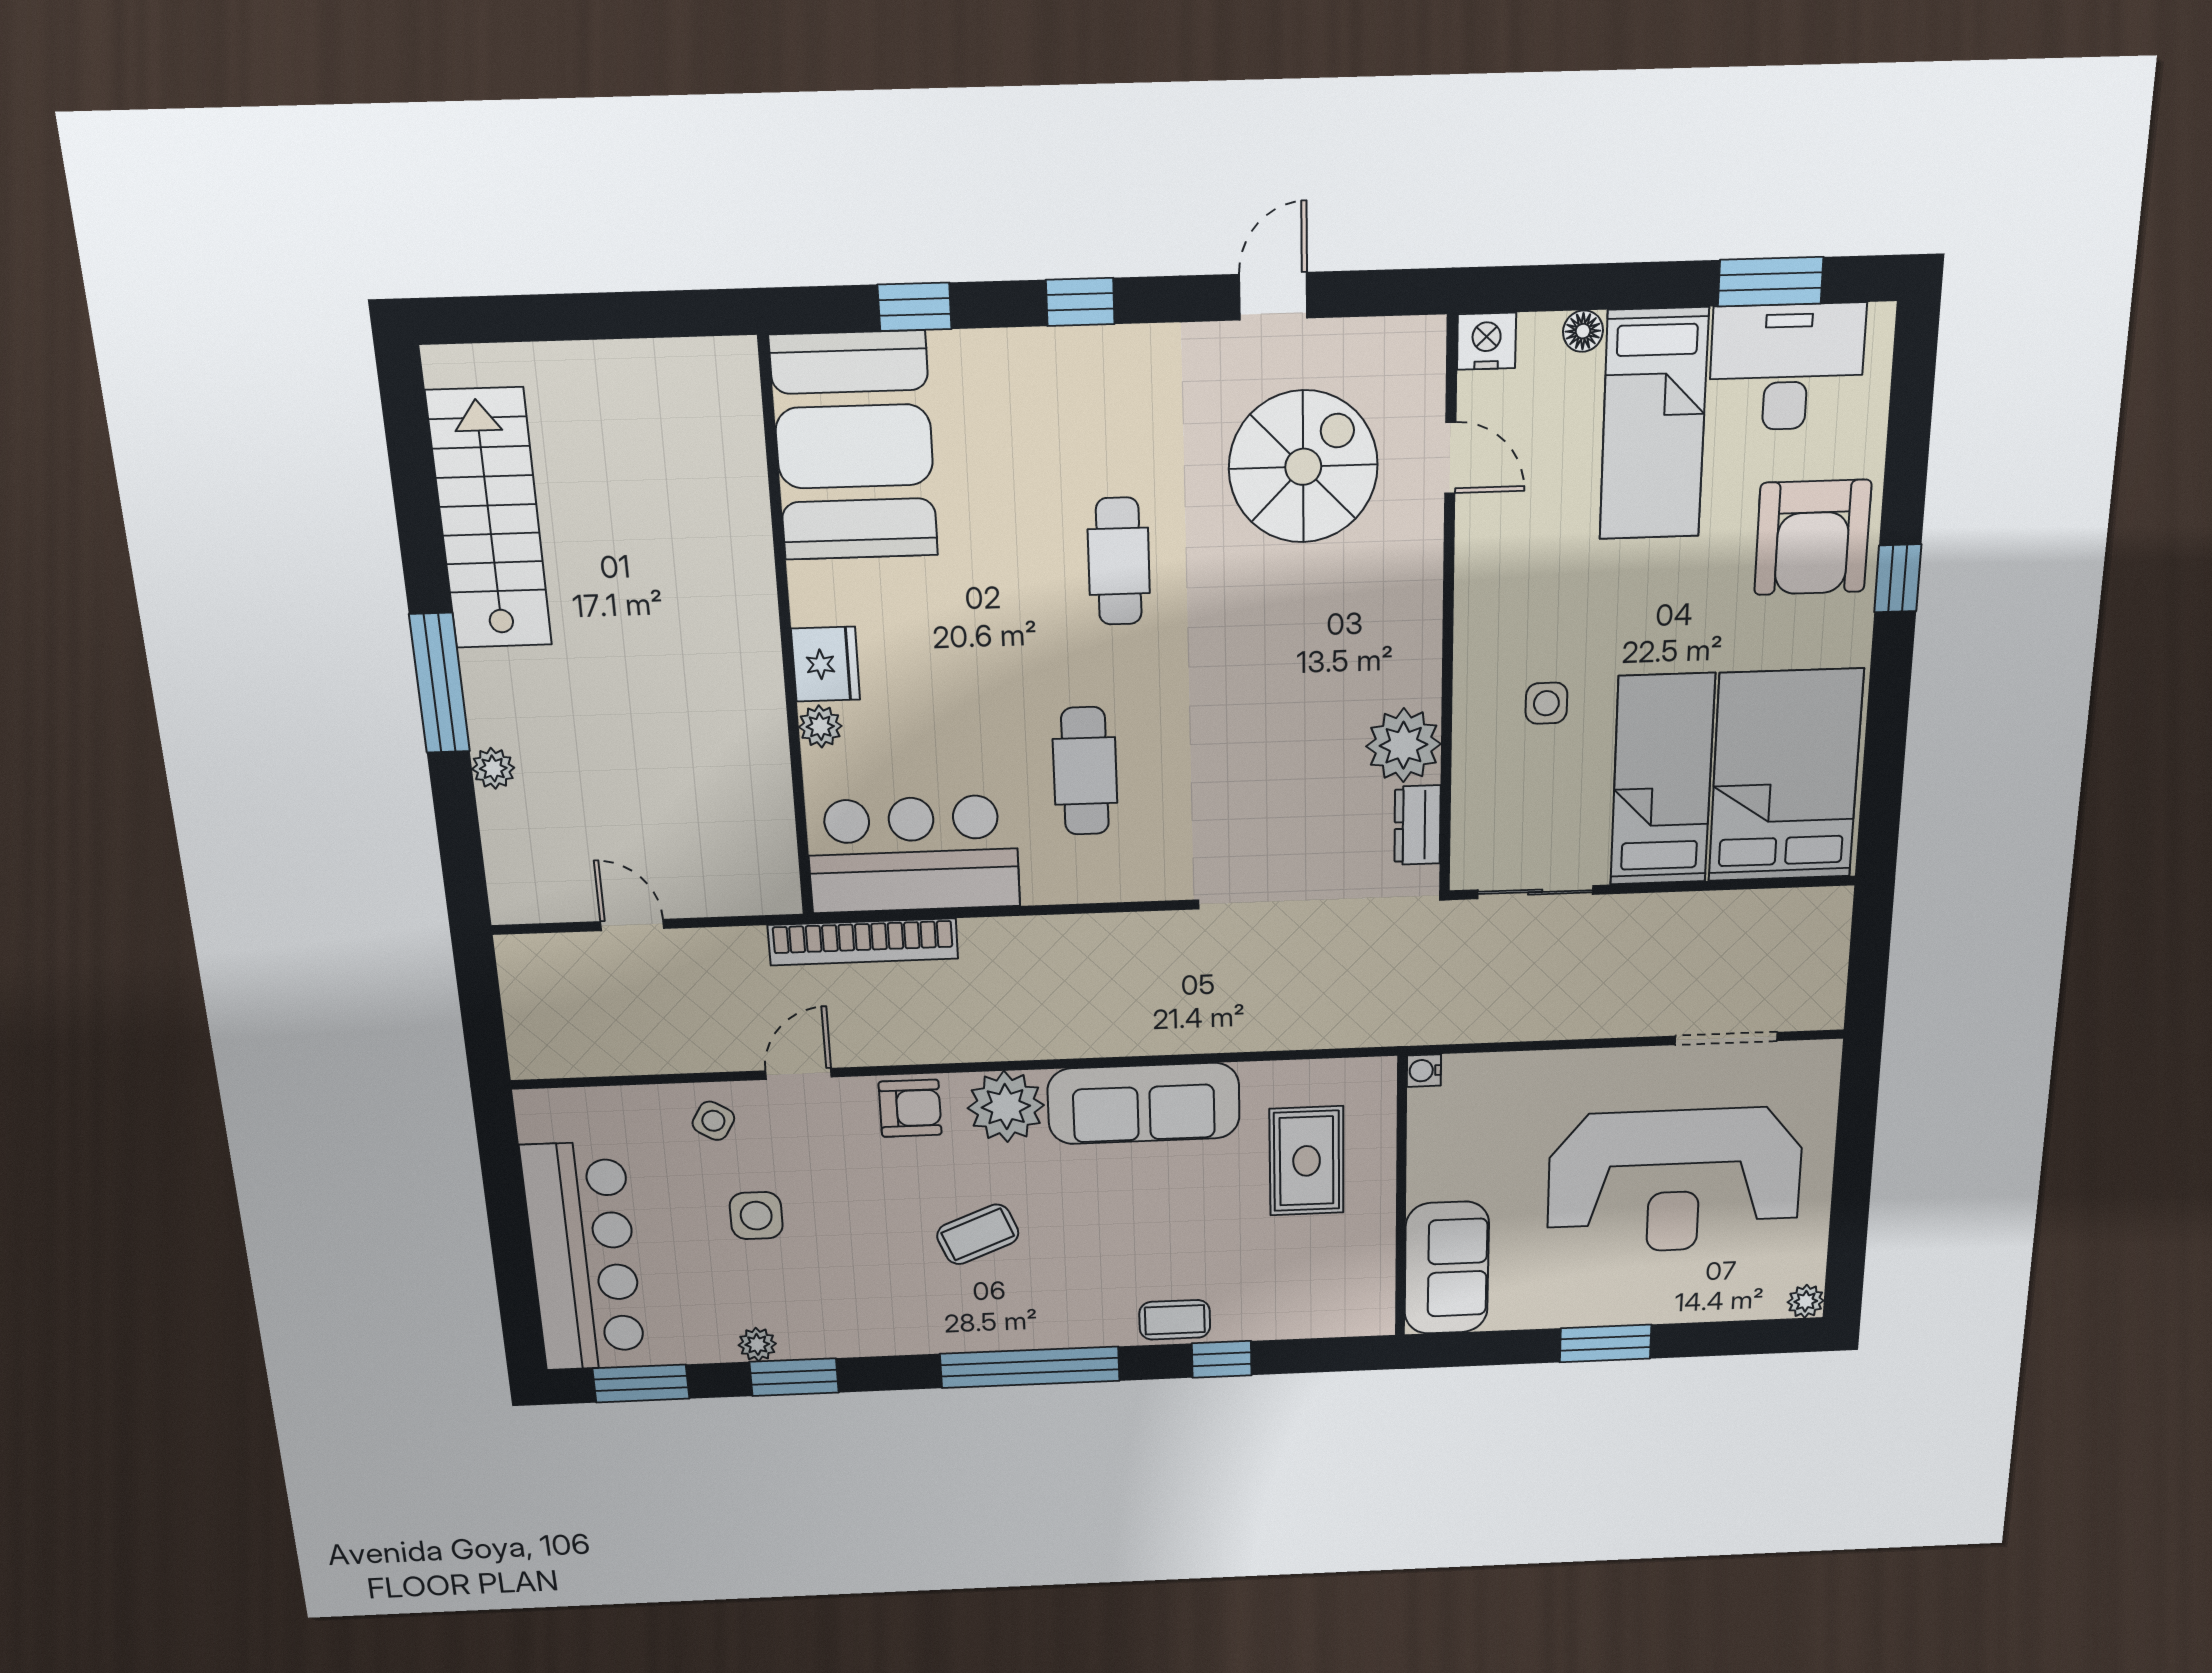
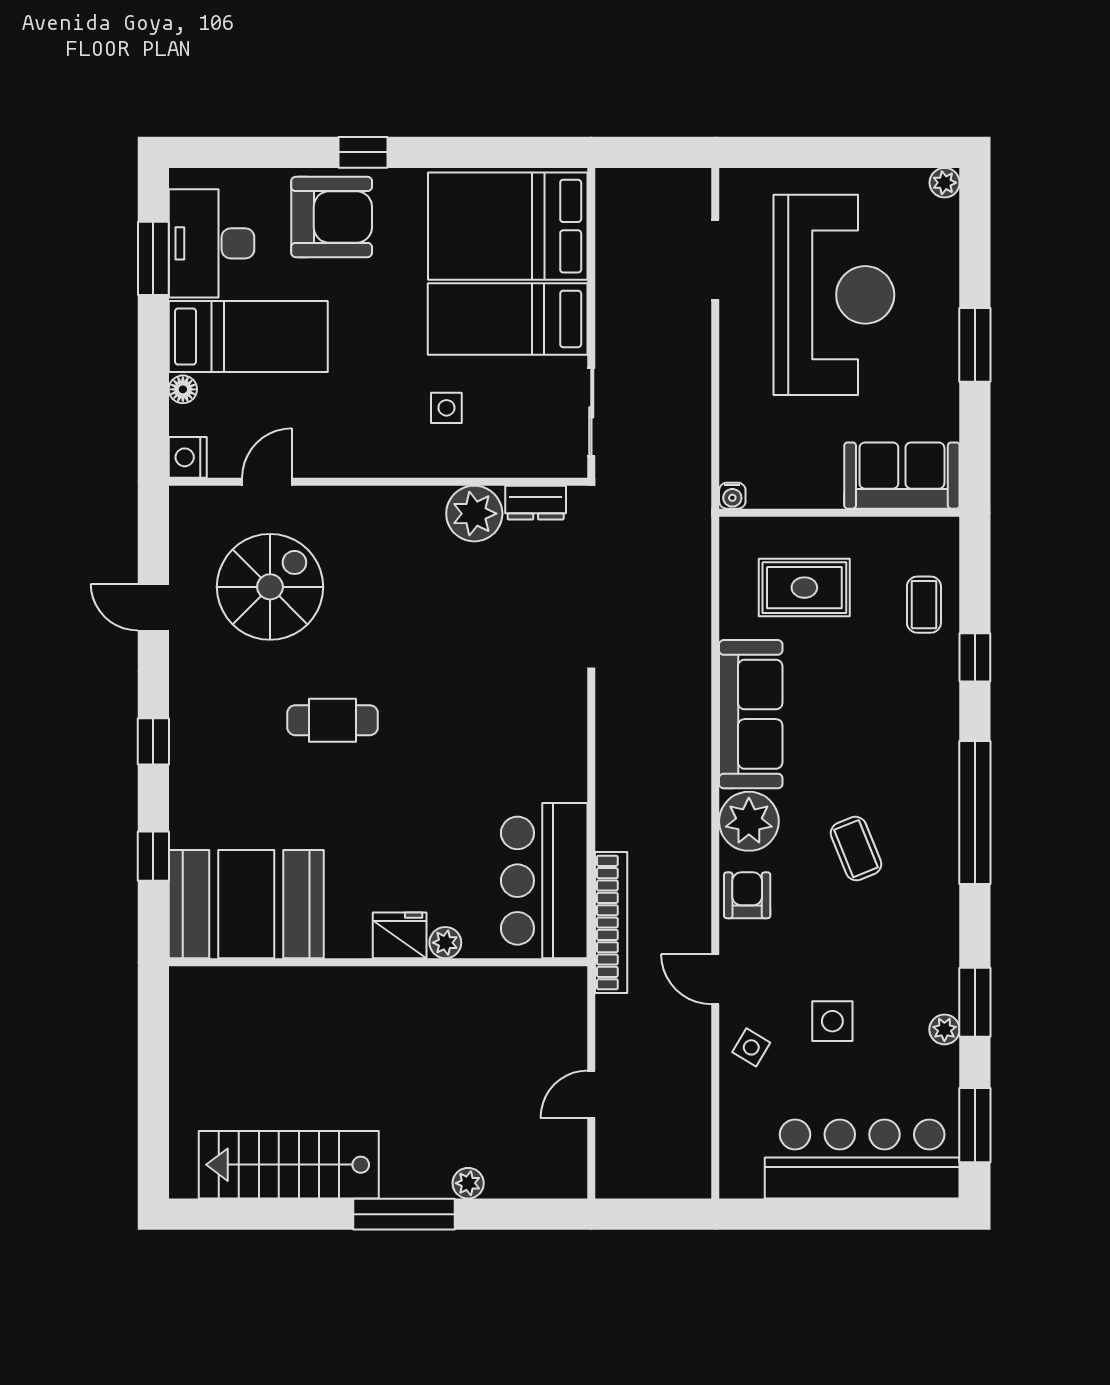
spiral stairs: (1303, 467) -> (270, 587), turned 90
cafe table: (1085, 771) -> (485, 750), removed
coffee table: (1175, 1320) -> (924, 605), moved

